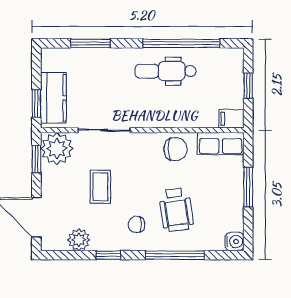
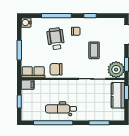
dental chair: (166, 71) -> (61, 109), turned 180
plant: (79, 240) -> (105, 23), removed

